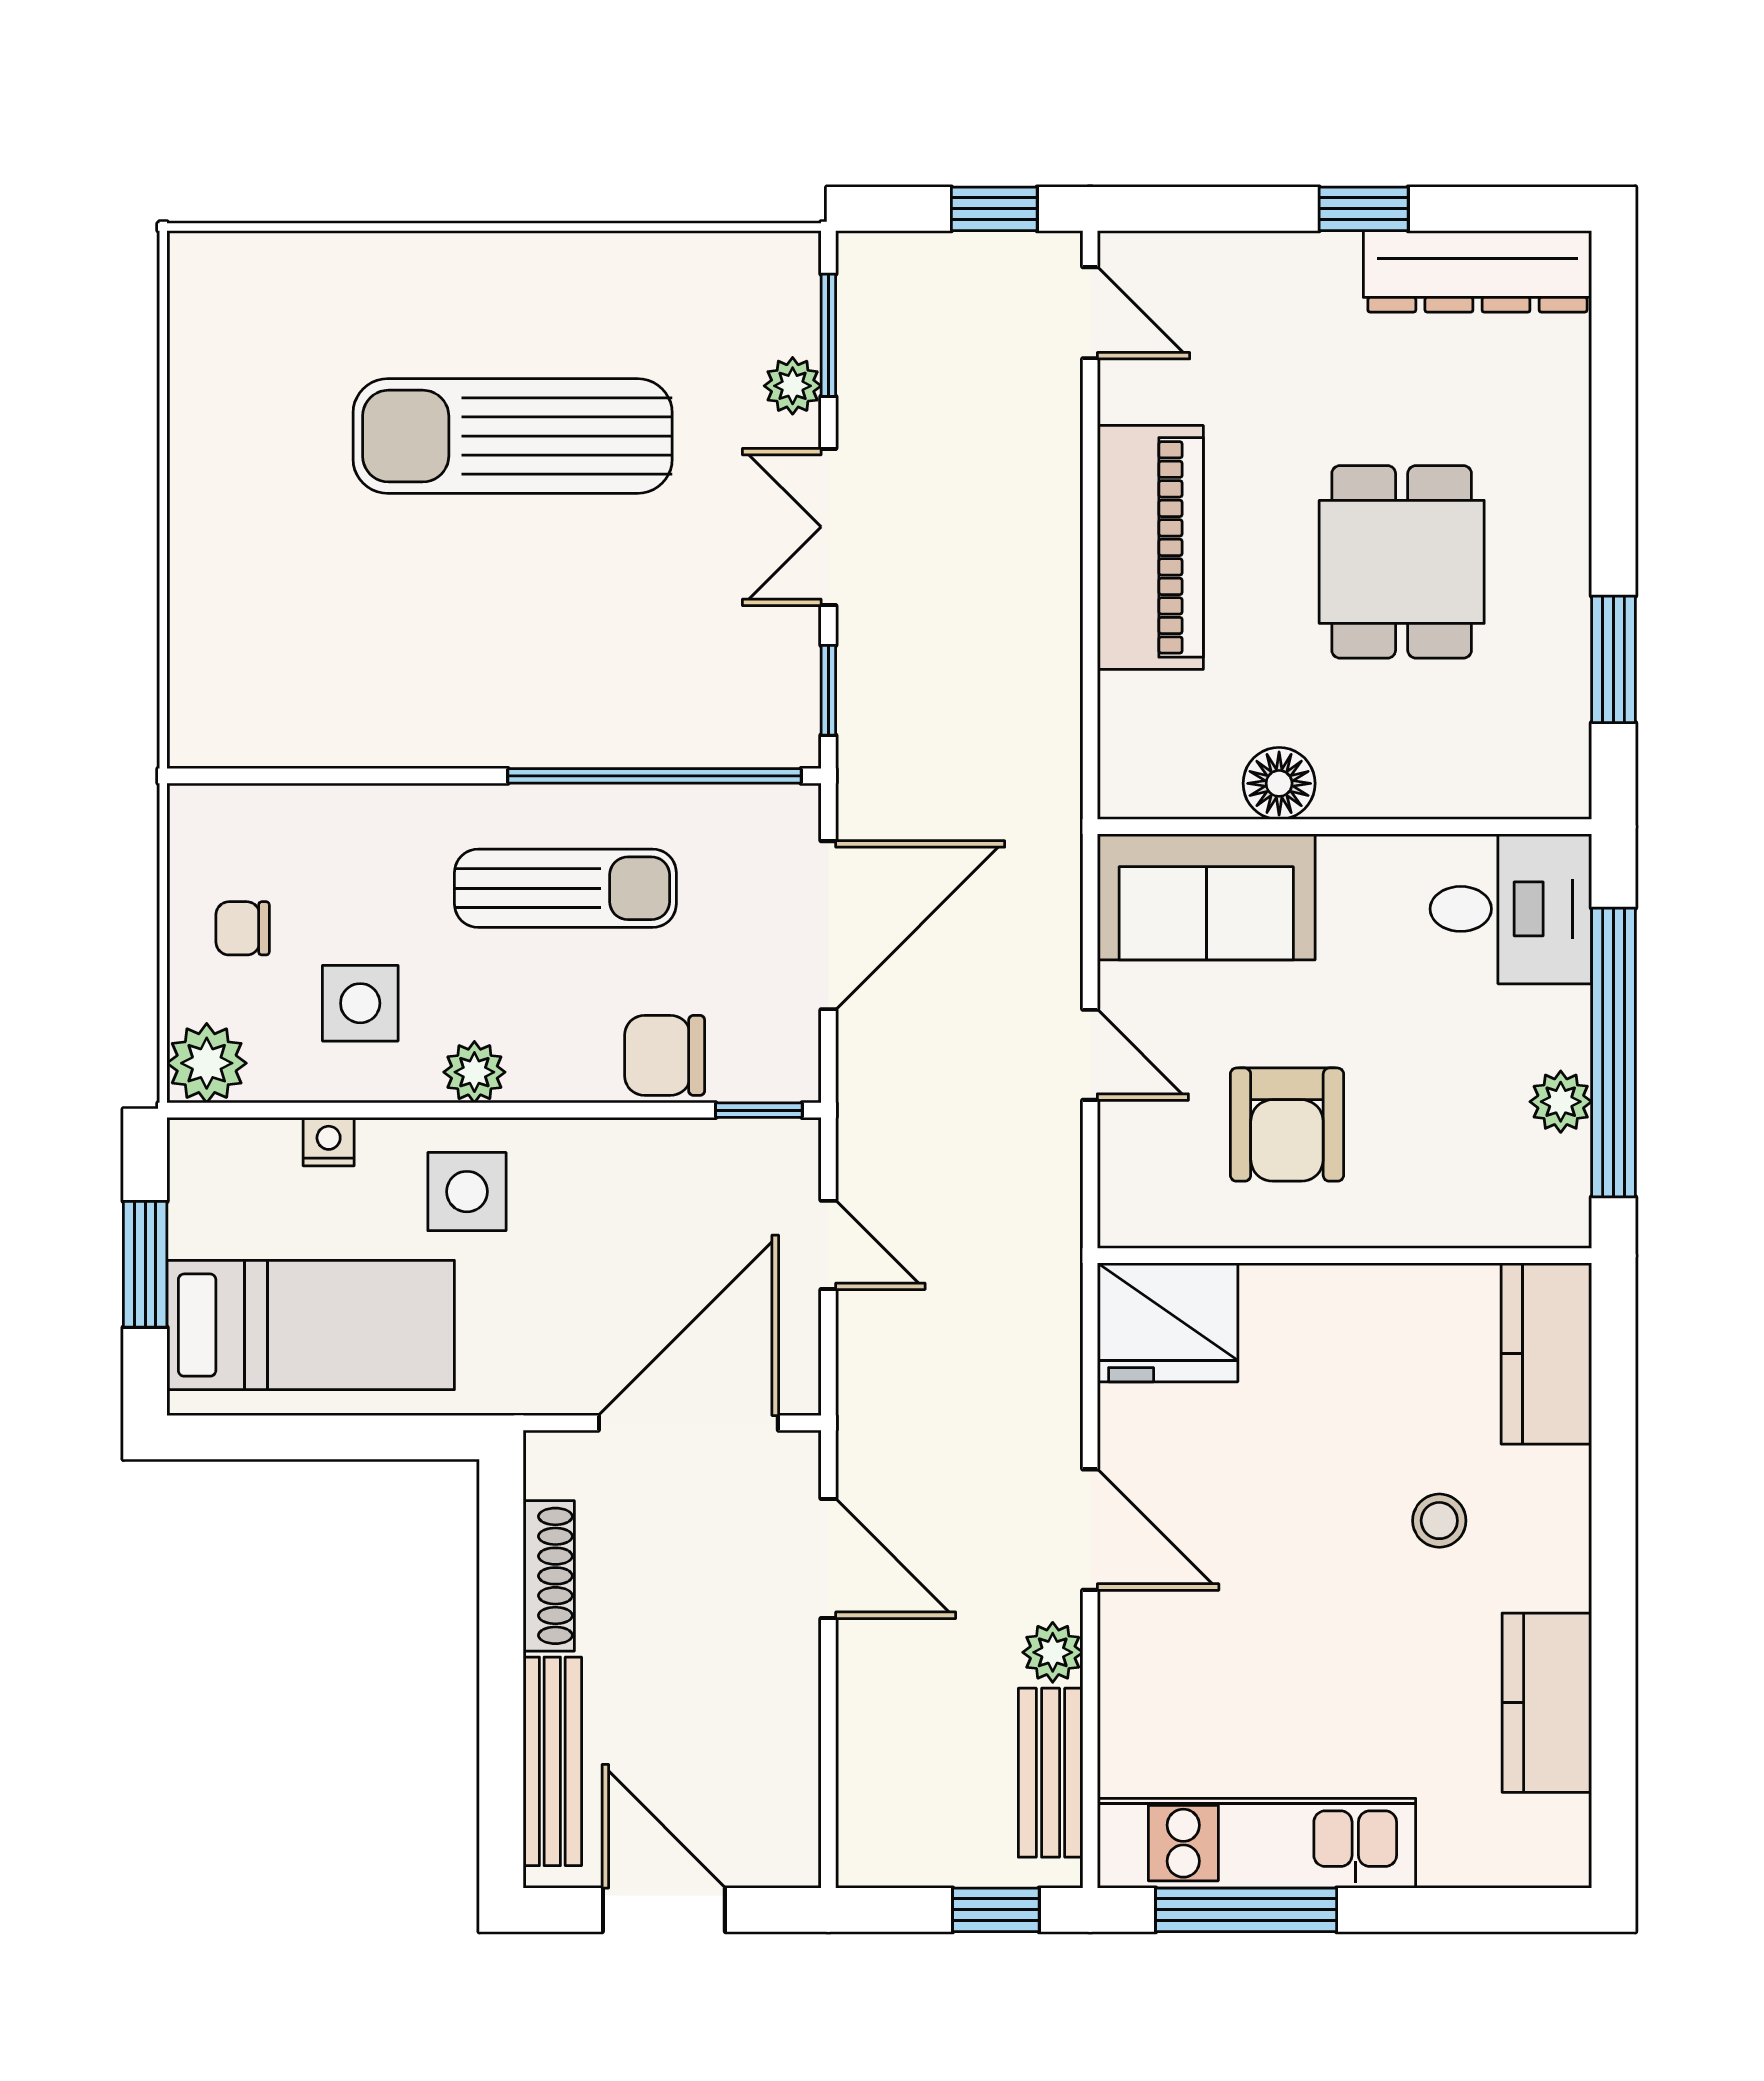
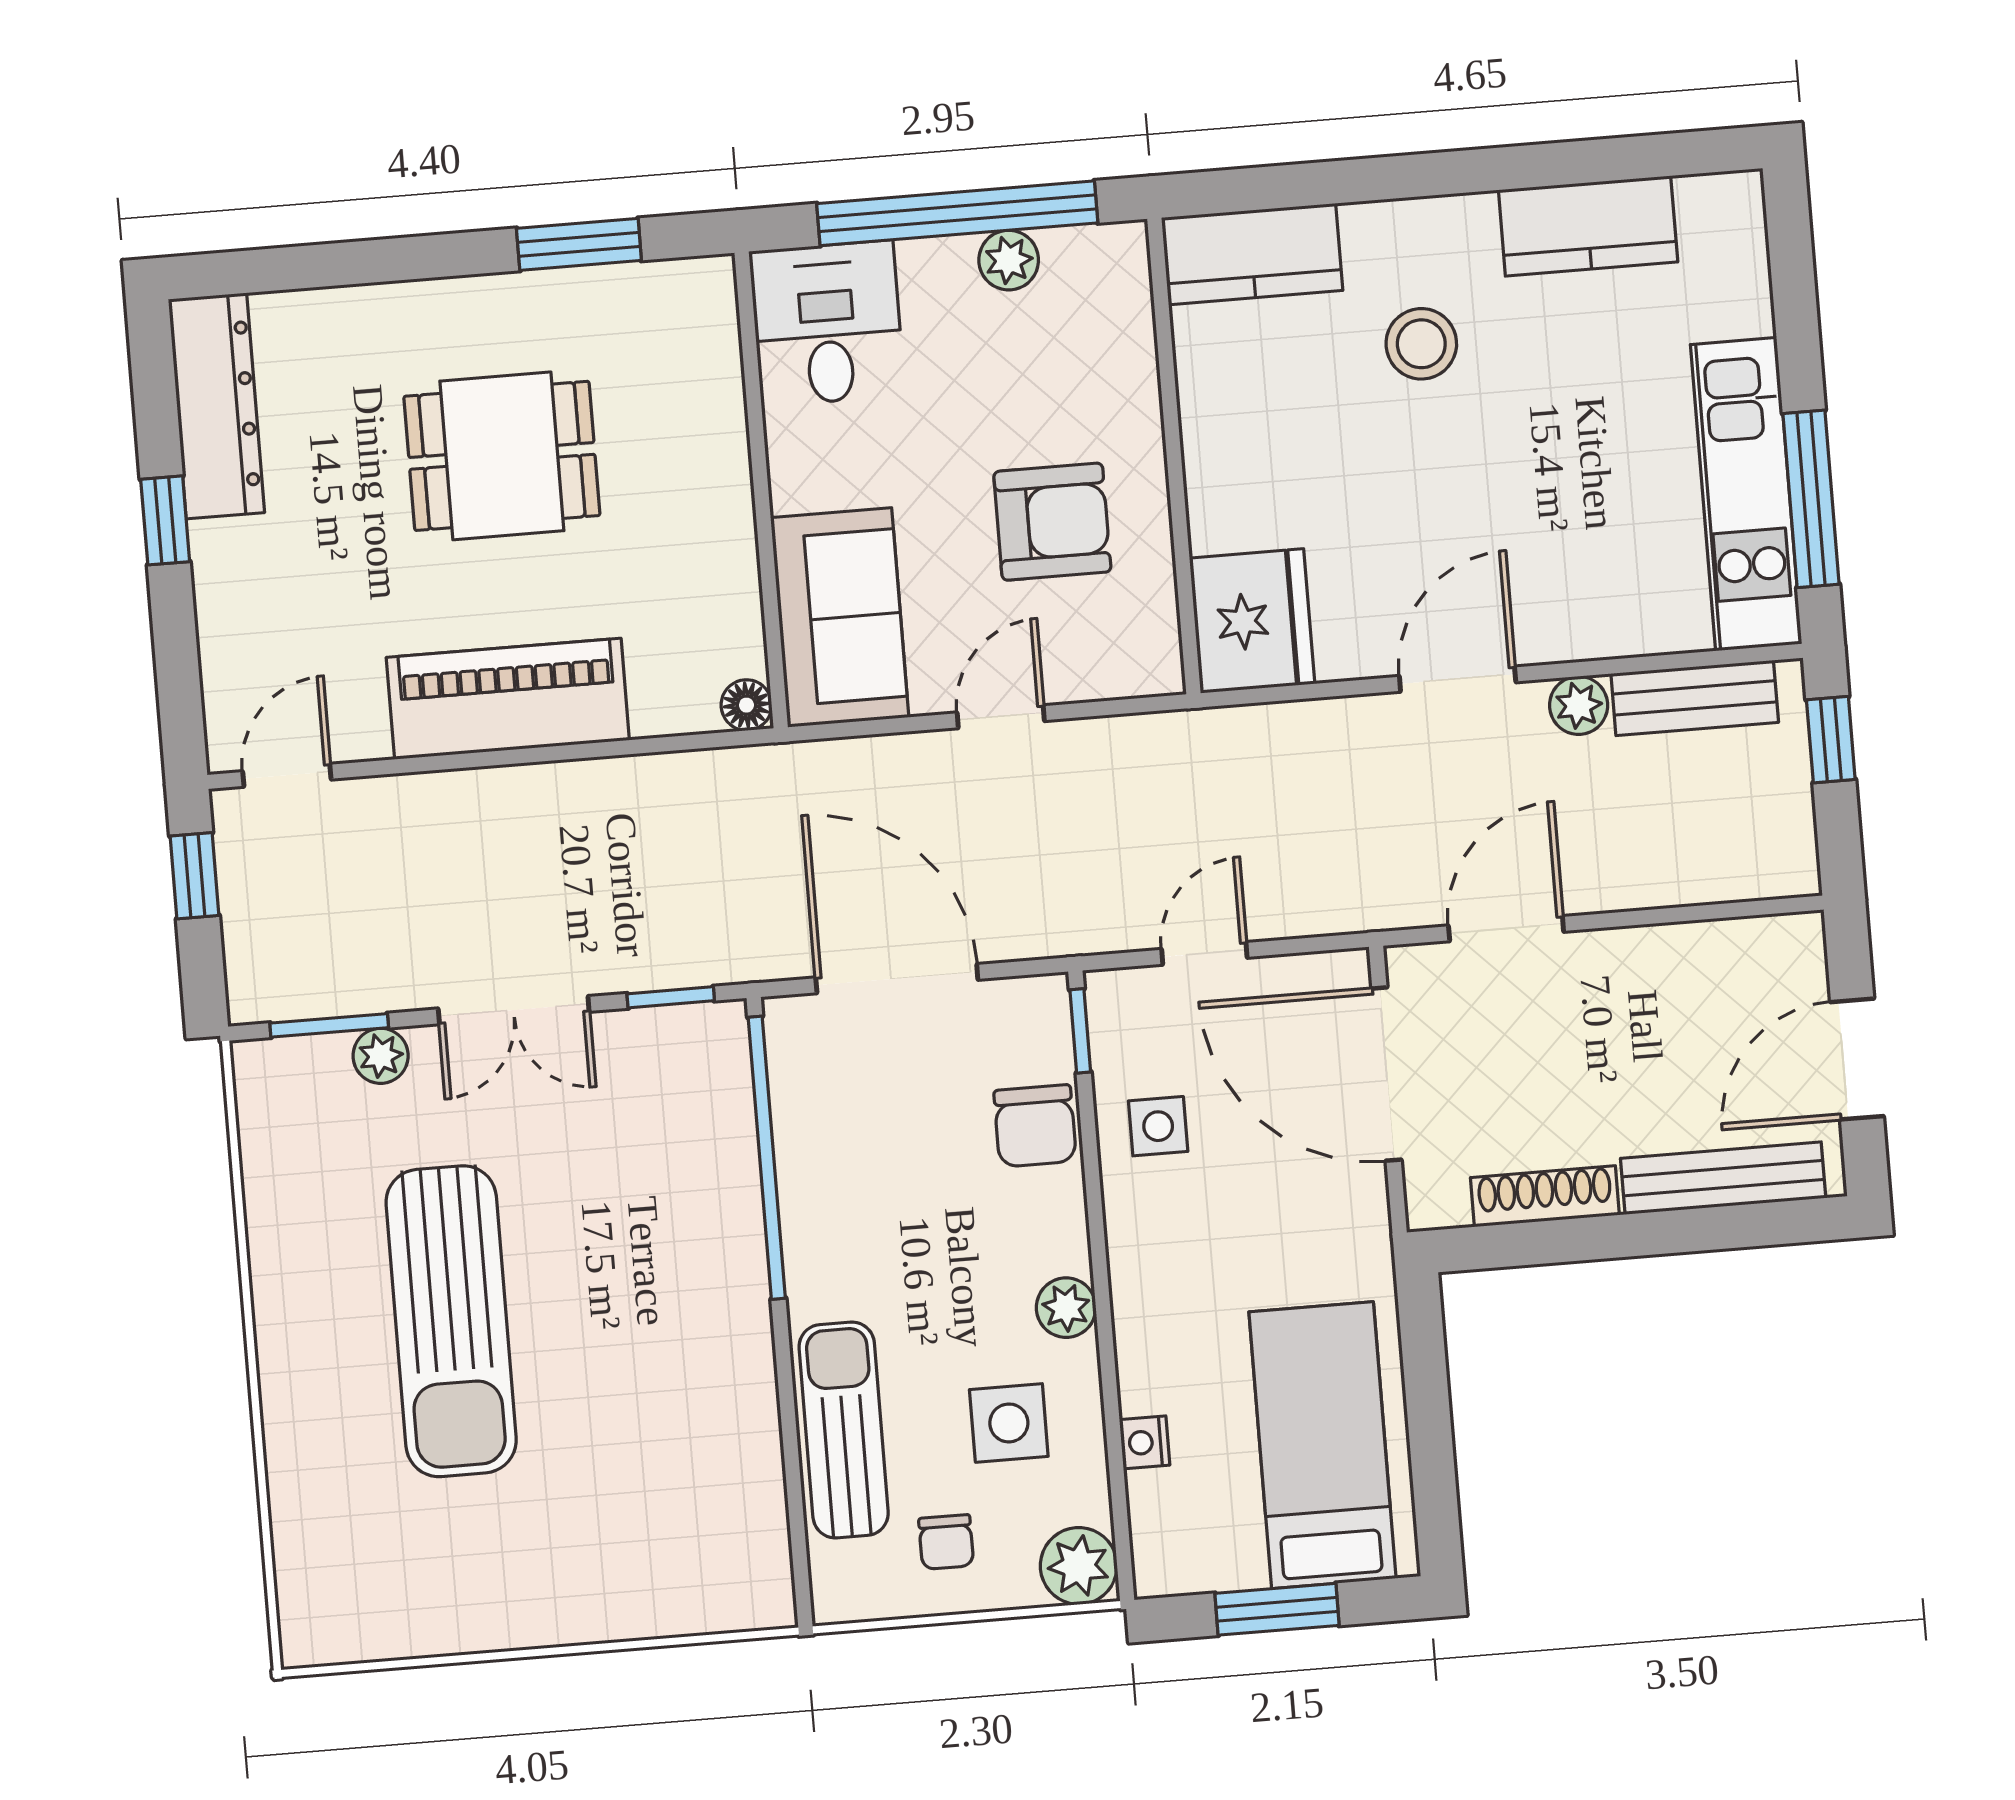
floor lamp: (1279, 783) -> (746, 705), moved, width x0.73, depth x0.73
sun lounger: (565, 888) -> (844, 1430), moved
side table: (467, 1192) -> (1158, 1126), moved, width x0.73, depth x0.73
stool: (1439, 1521) -> (1421, 344), width x1.37, depth x1.37

